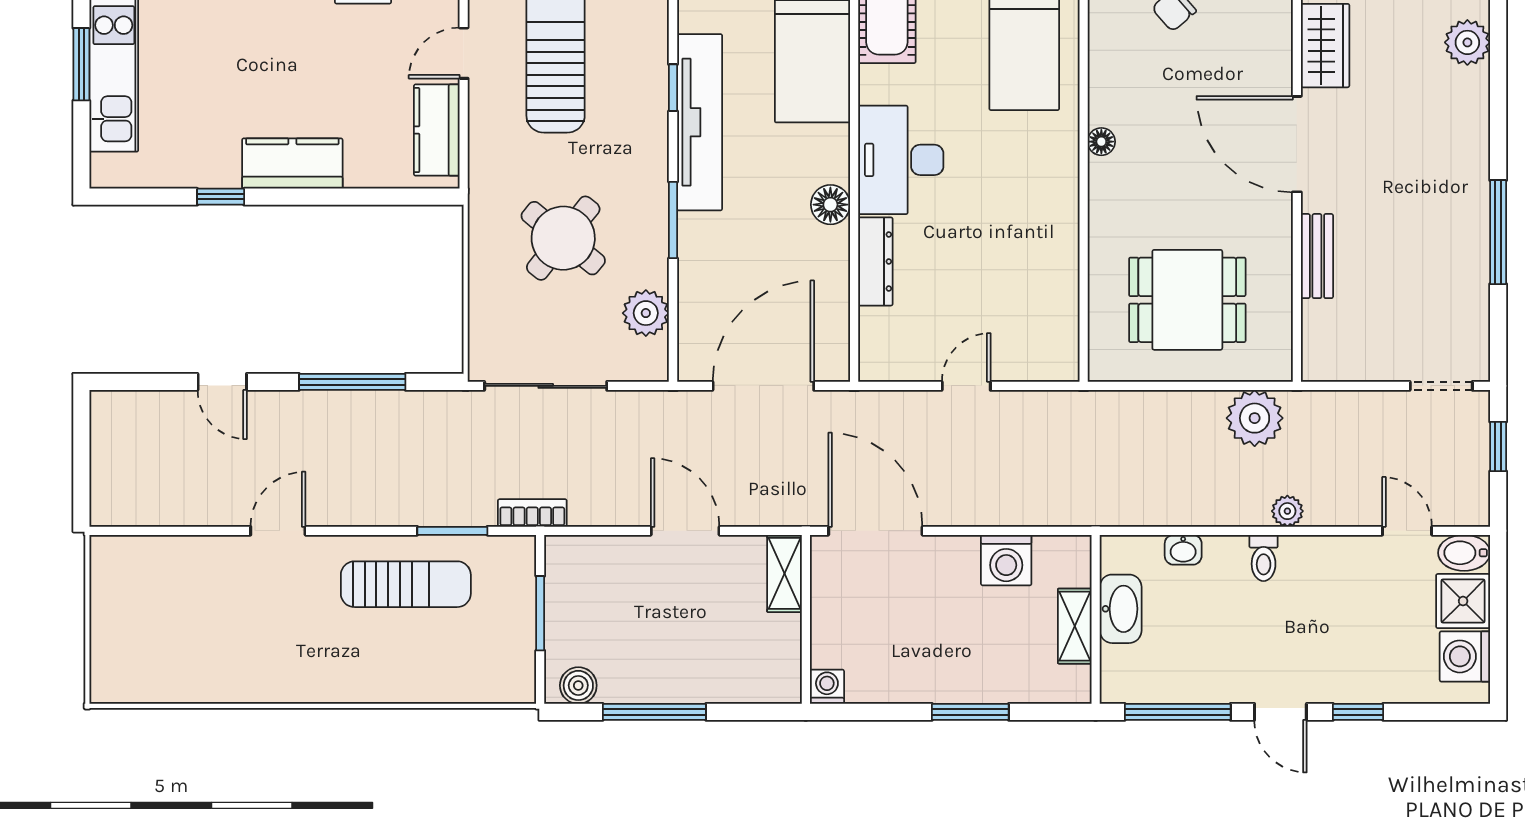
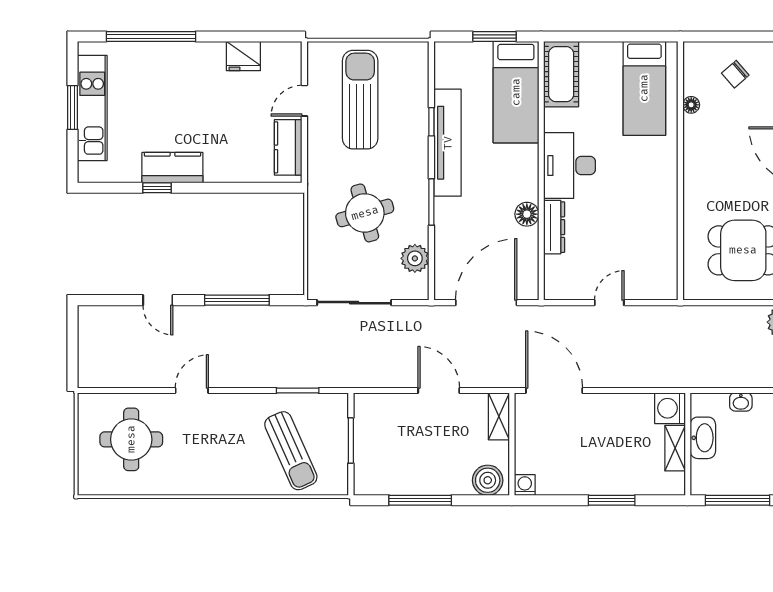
floor lamp: (1101, 142) -> (691, 105), moved
kitchen counter: (292, 164) -> (172, 168), moved
floor lamp: (830, 205) -> (527, 214), moved
round table: (563, 238) -> (365, 213), turned 35
bookcase: (532, 513) -> (346, 380), removed
washing machine: (1006, 560) -> (670, 408), moved, turned 90
sun lounger: (406, 584) -> (291, 451), moved, turned 66
round table: (178, 611) -> (131, 439), added
boiler: (578, 685) -> (488, 480), moved, width x1.36, depth x1.36

